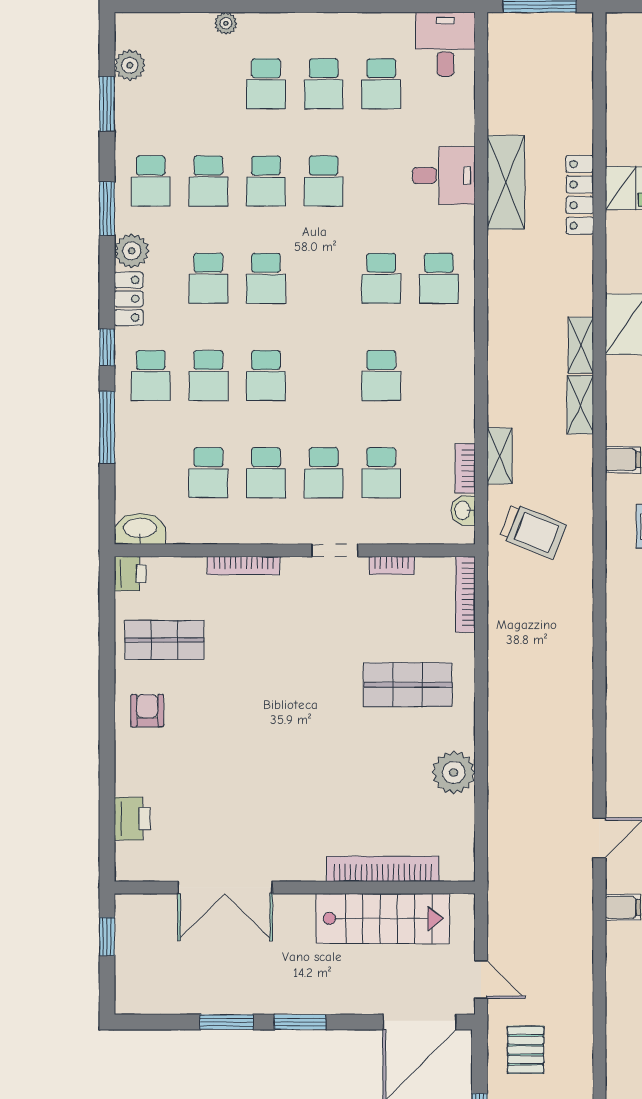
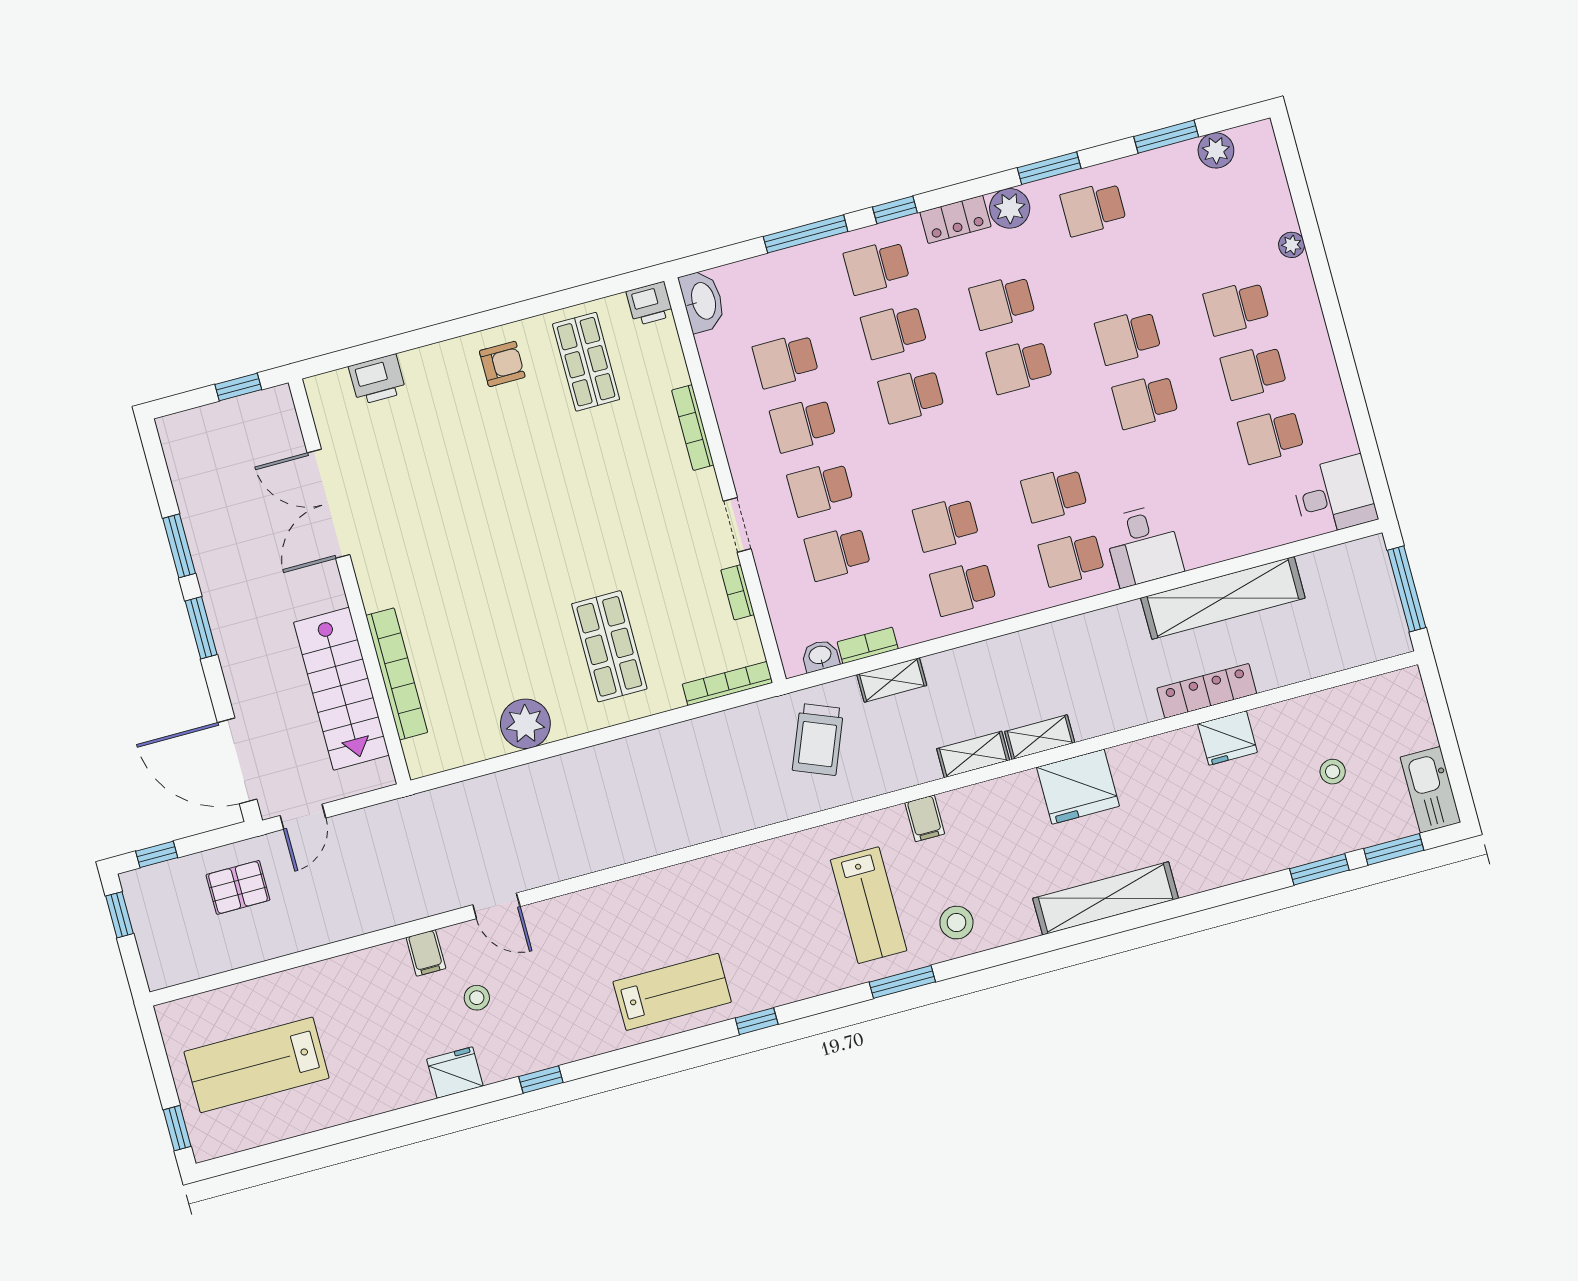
desk: (444, 175) -> (1143, 545), moved
school desk: (208, 181) -> (963, 588), moved
shelving: (506, 182) -> (1223, 598), width x1.47

